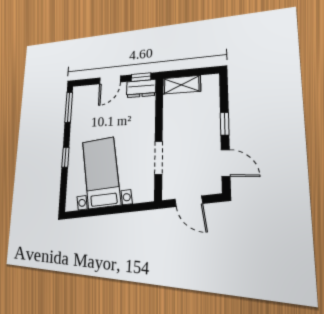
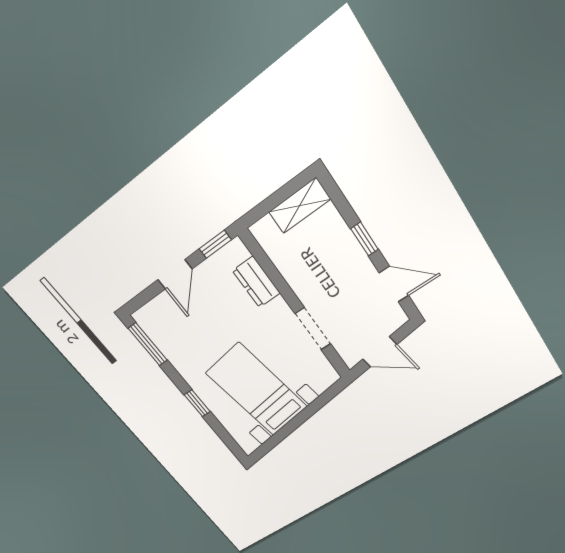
shelving: (181, 85) -> (300, 206), moved
dresser: (141, 89) -> (256, 282), moved, turned 90

